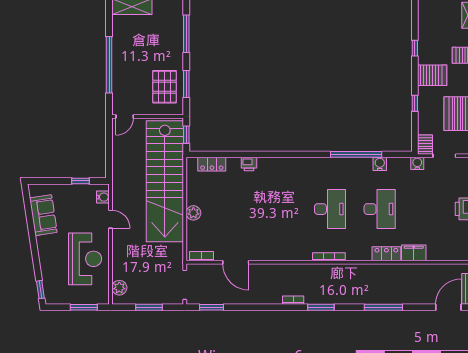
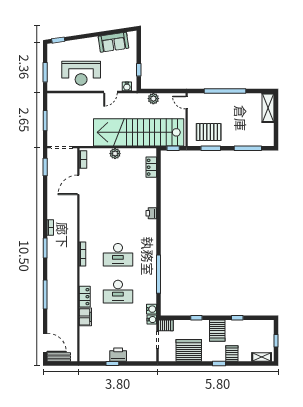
printer: (249, 164) -> (151, 213), moved
water cooler: (380, 164) -> (151, 309), moved
plant: (119, 288) -> (153, 99), moved

